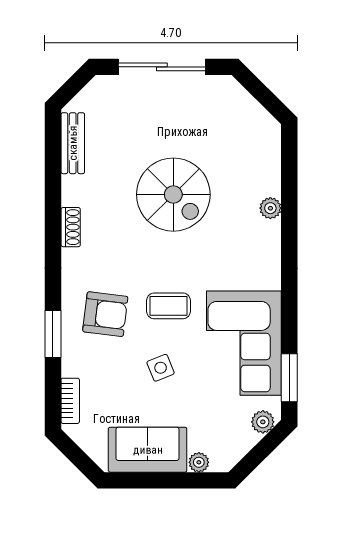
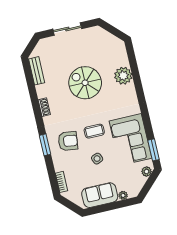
sliding door: (162, 67) -> (67, 29), width x0.73
spiral stairs: (173, 195) -> (85, 83), turned 180
plant: (270, 208) -> (123, 76), width x1.87, depth x1.87
window: (53, 334) -> (45, 145), moved

